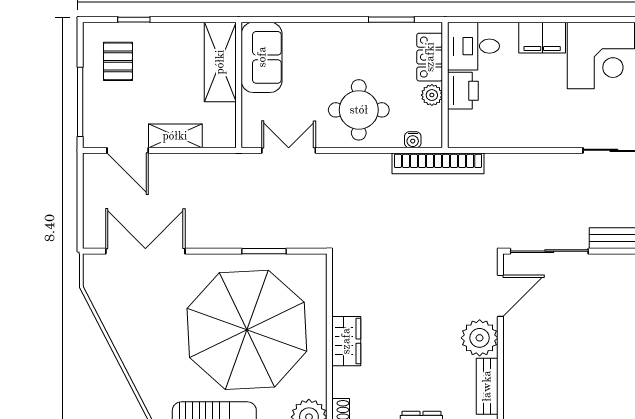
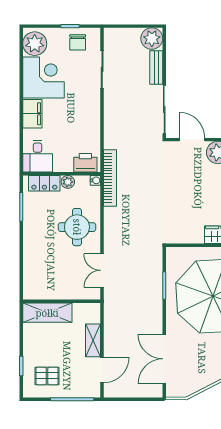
sofa: (262, 57) -> (45, 287), removed
printer: (463, 91) -> (85, 163), moved
water cooler: (413, 140) -> (95, 180), moved

